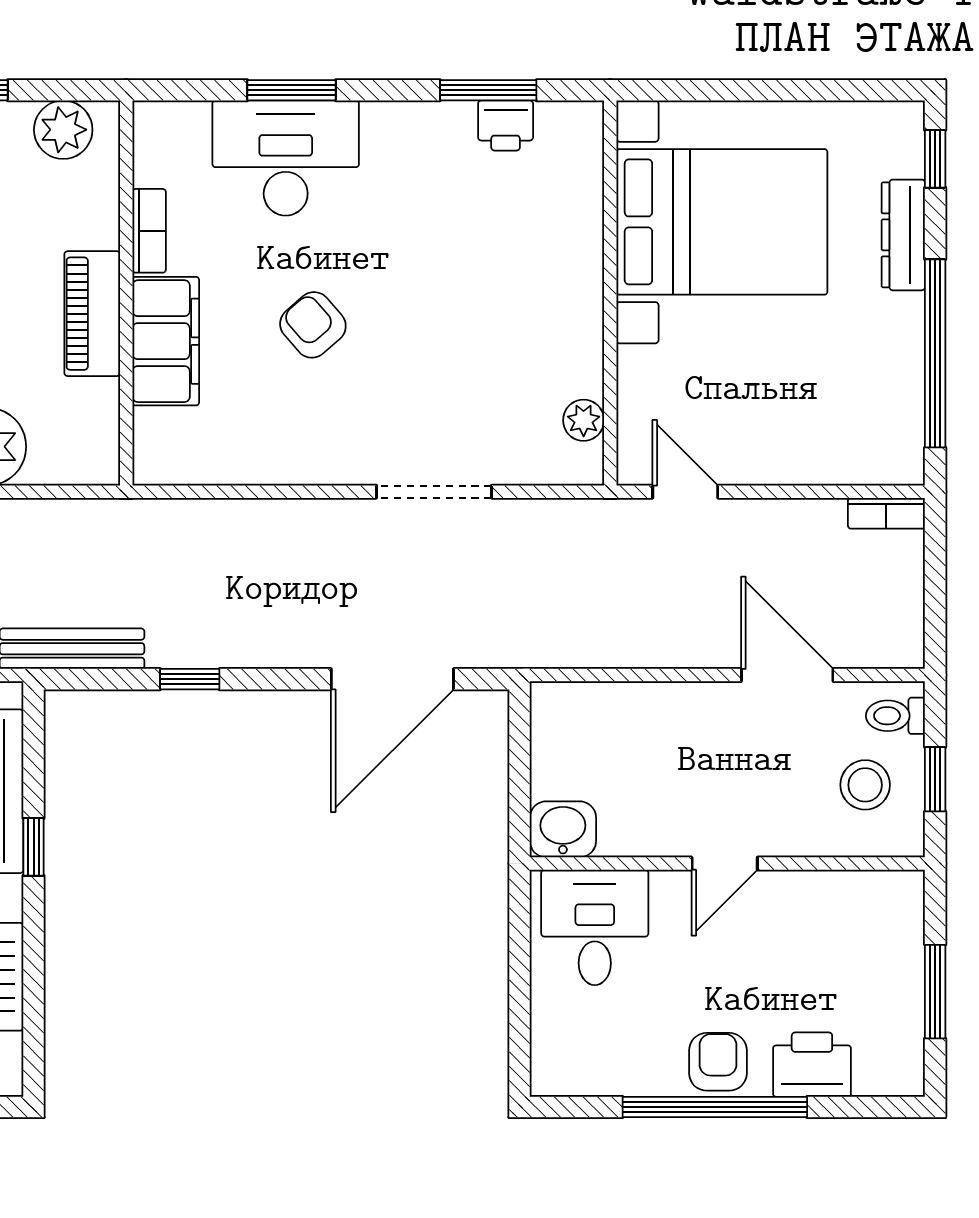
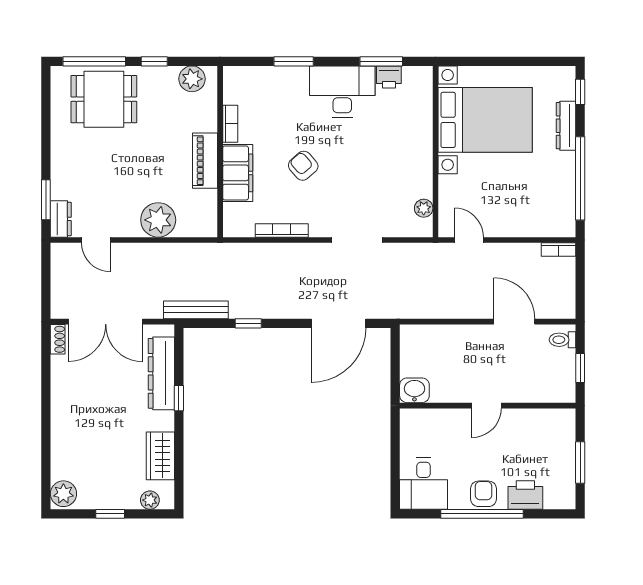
desk: (286, 158) -> (342, 91), moved
bookcase: (265, 470) -> (282, 231), added
stool: (865, 785) -> (549, 371), removed
desk: (595, 927) -> (424, 484), moved, turned 180

